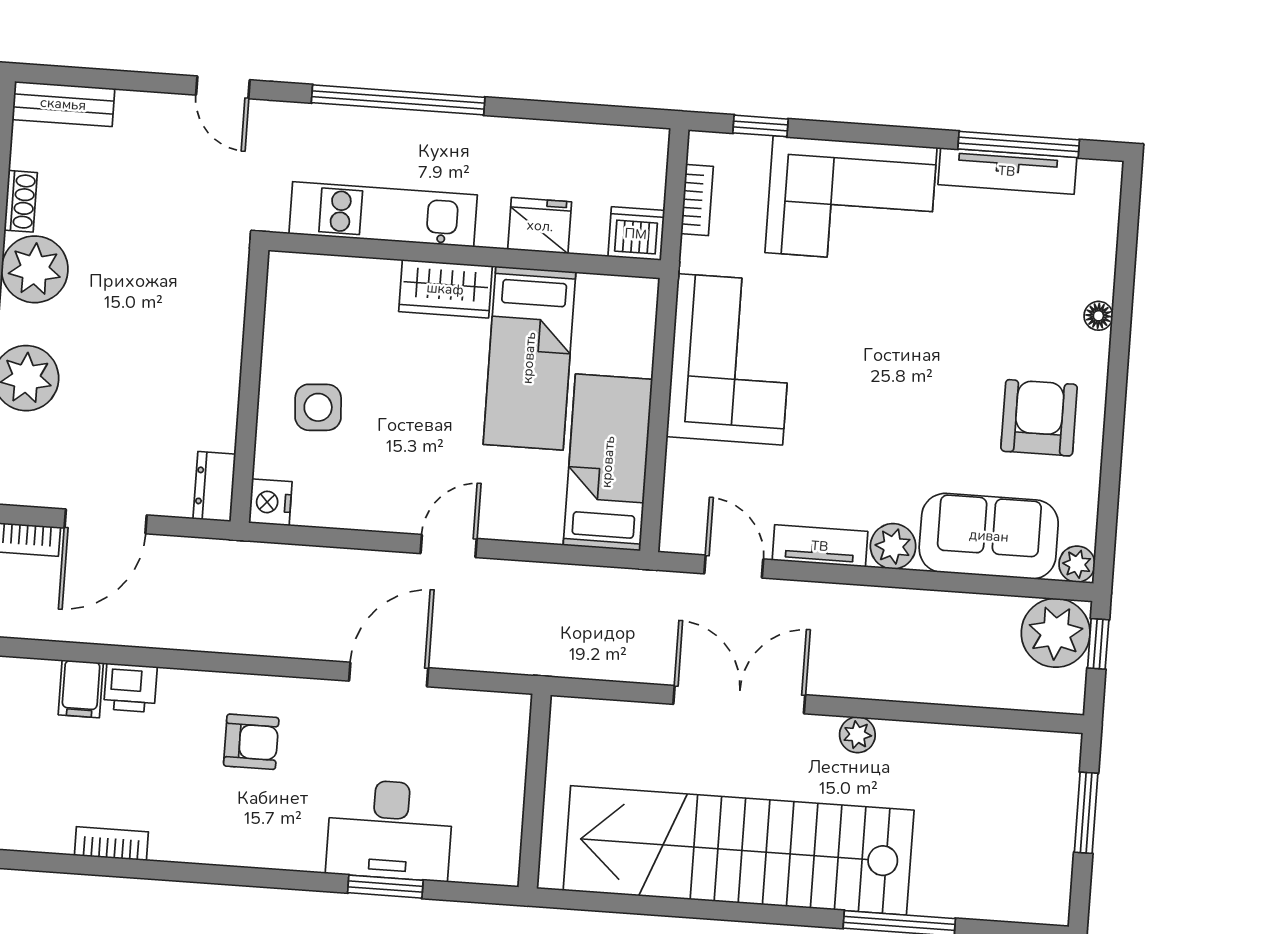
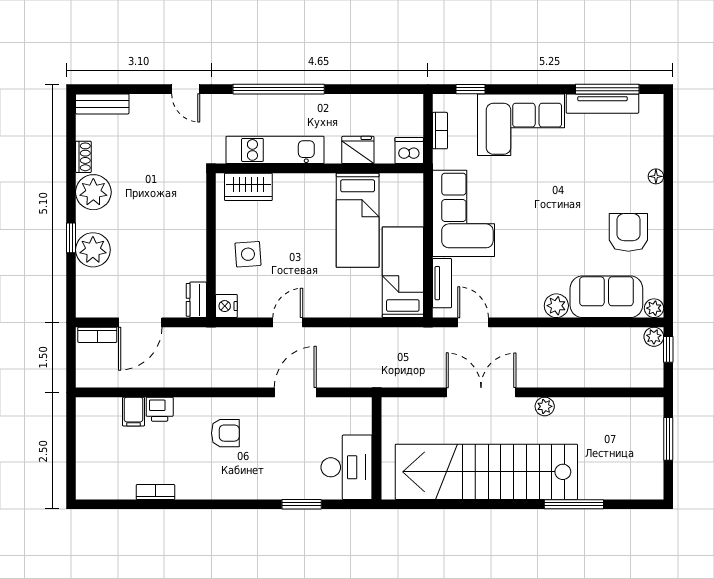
wardrobe: (445, 289) -> (248, 187), moved
door: (449, 546) -> (288, 322), moved
tv unit: (820, 546) -> (442, 283), moved, turned 90
plant: (1056, 633) -> (654, 337), width x0.53, depth x0.53
desk: (390, 830) -> (347, 467), moved, turned -90

